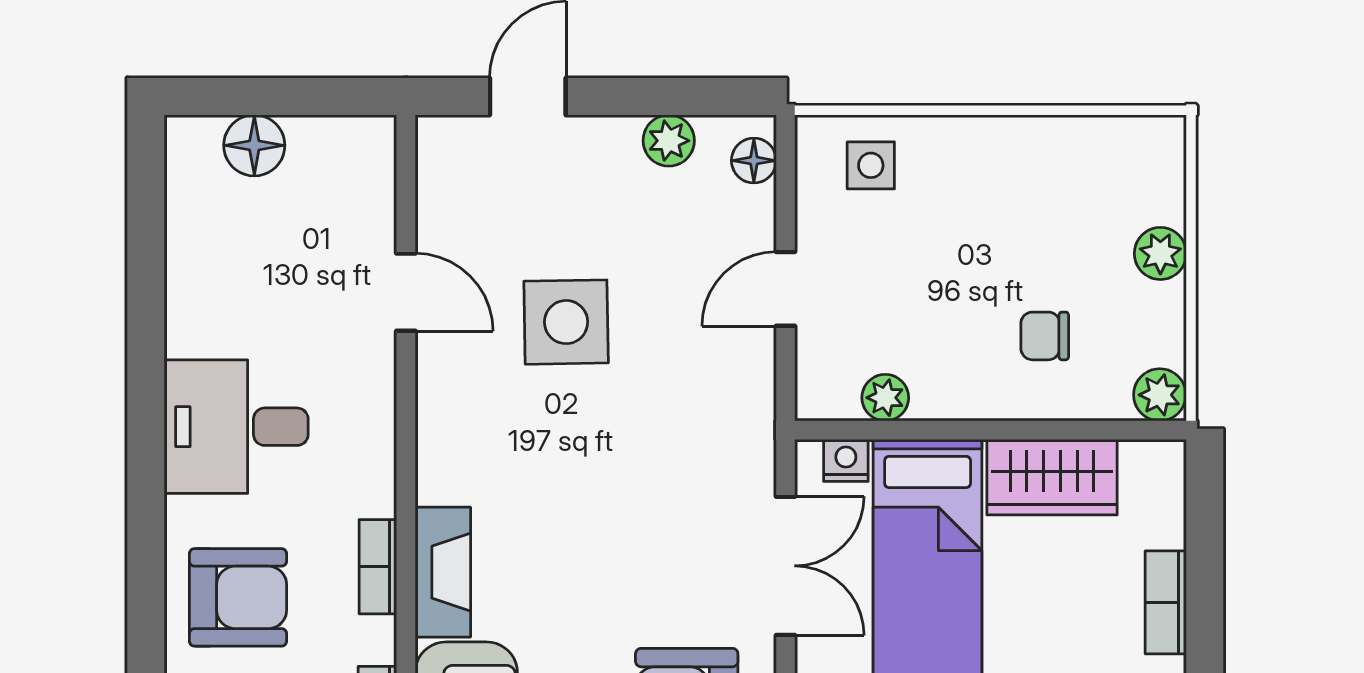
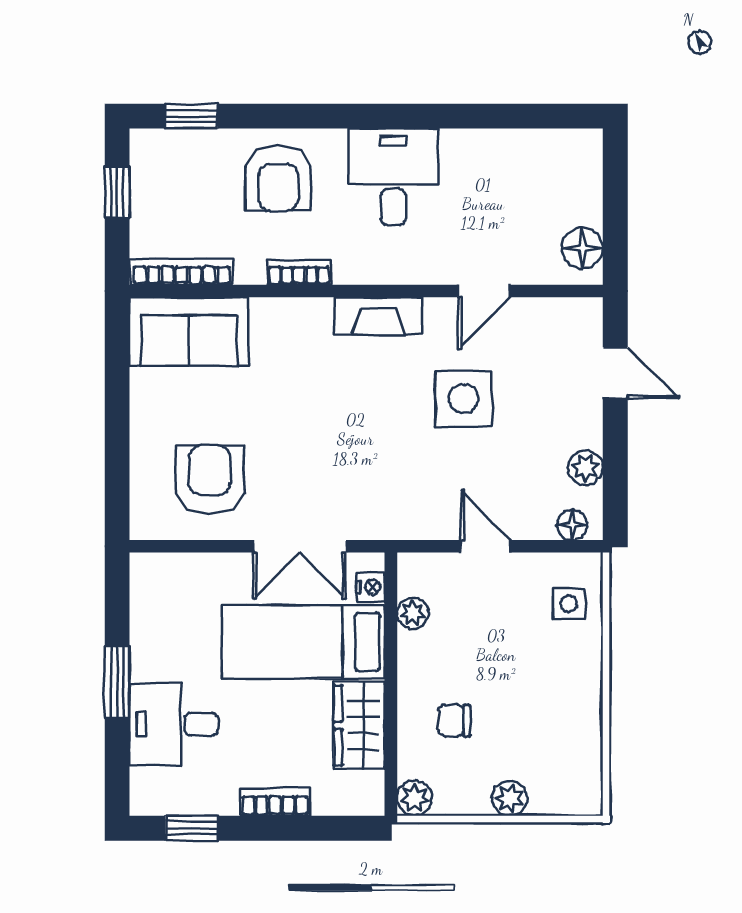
floor lamp: (254, 145) -> (582, 248), moved
chair: (1045, 336) -> (454, 721), turned -90
fireplace: (443, 572) -> (378, 316), moved

